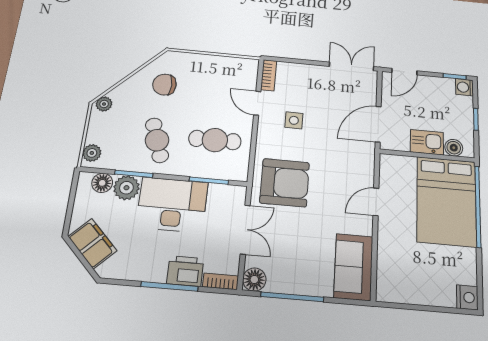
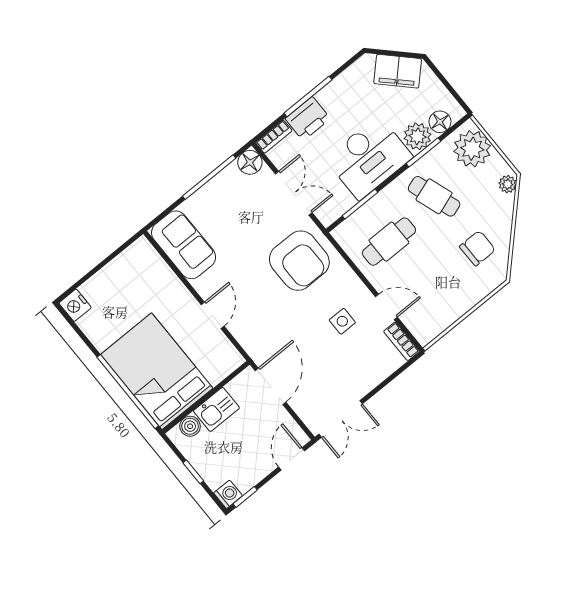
plant: (92, 153) -> (472, 149), width x1.87, depth x1.87
armchair: (285, 183) -> (299, 261), turned -90
double door: (245, 230) -> (294, 193), swing flipped

